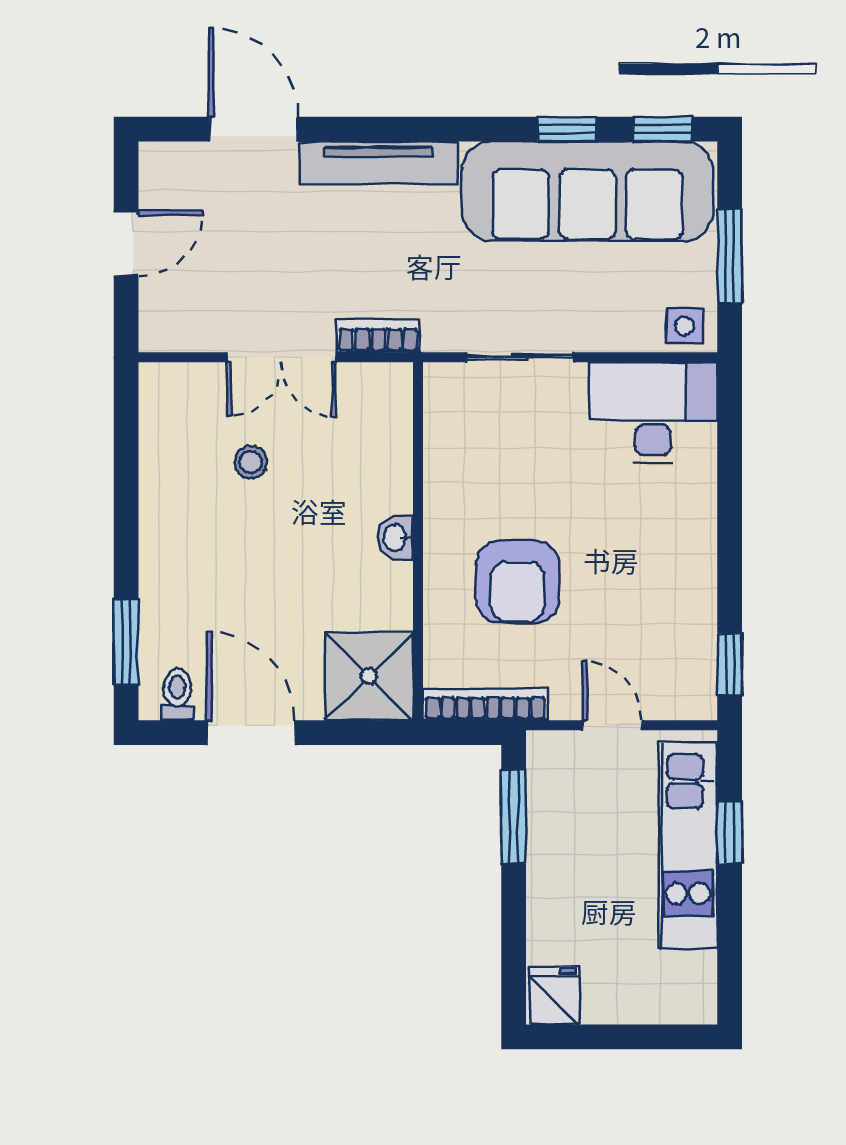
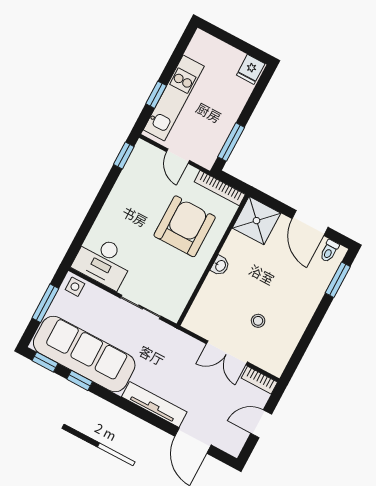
bookcase: (378, 336) -> (259, 380), moved
double door: (281, 357) -> (227, 353), swing flipped
armchair: (517, 582) -> (185, 226), width x1.36, depth x1.36

